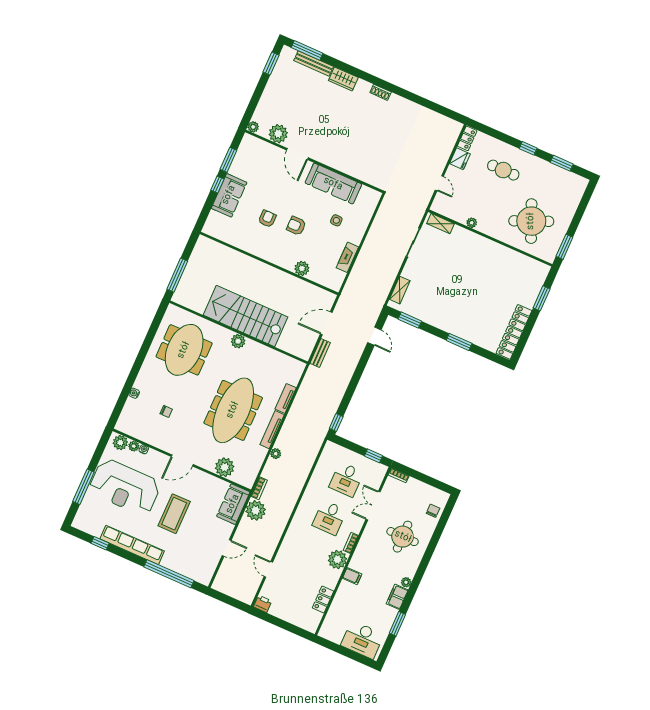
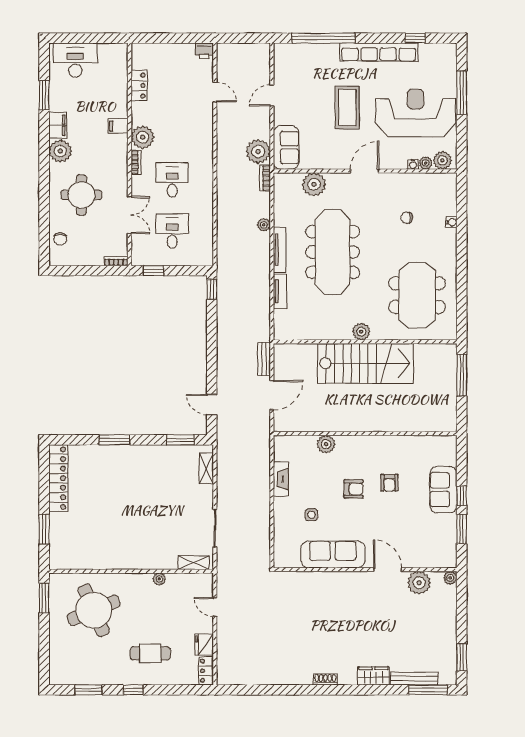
plant: (406, 582) -> (60, 151), width x1.87, depth x1.87

